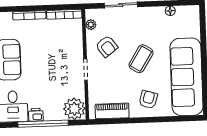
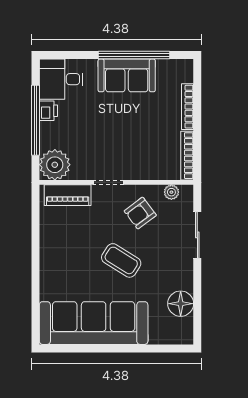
floor lamp: (170, 11) -> (181, 304), width x1.89, depth x1.89
armchair: (148, 100) -> (64, 268), removed
piano: (112, 111) -> (68, 195), moved, turned 90

